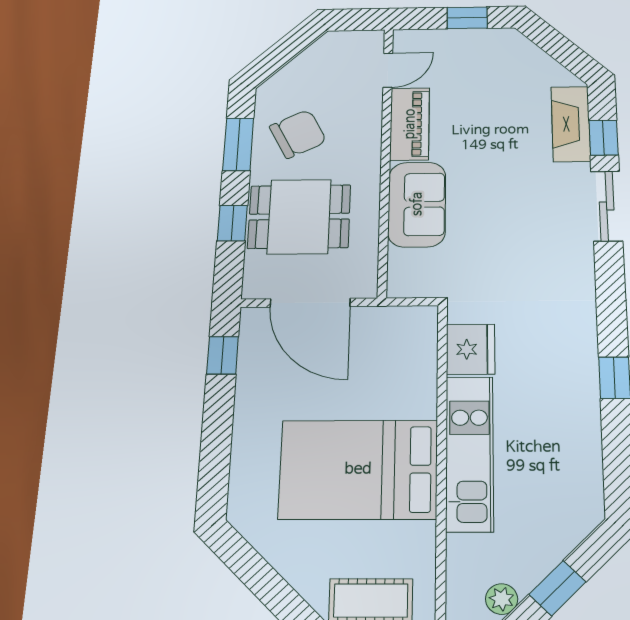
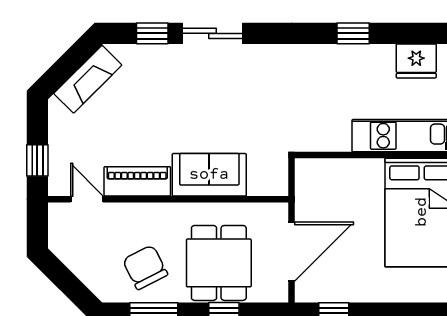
window: (467, 18) -> (37, 160), moved
fireplace: (571, 124) -> (88, 79), moved, turned -45
fridge: (471, 349) -> (416, 61), moved, turned 180

